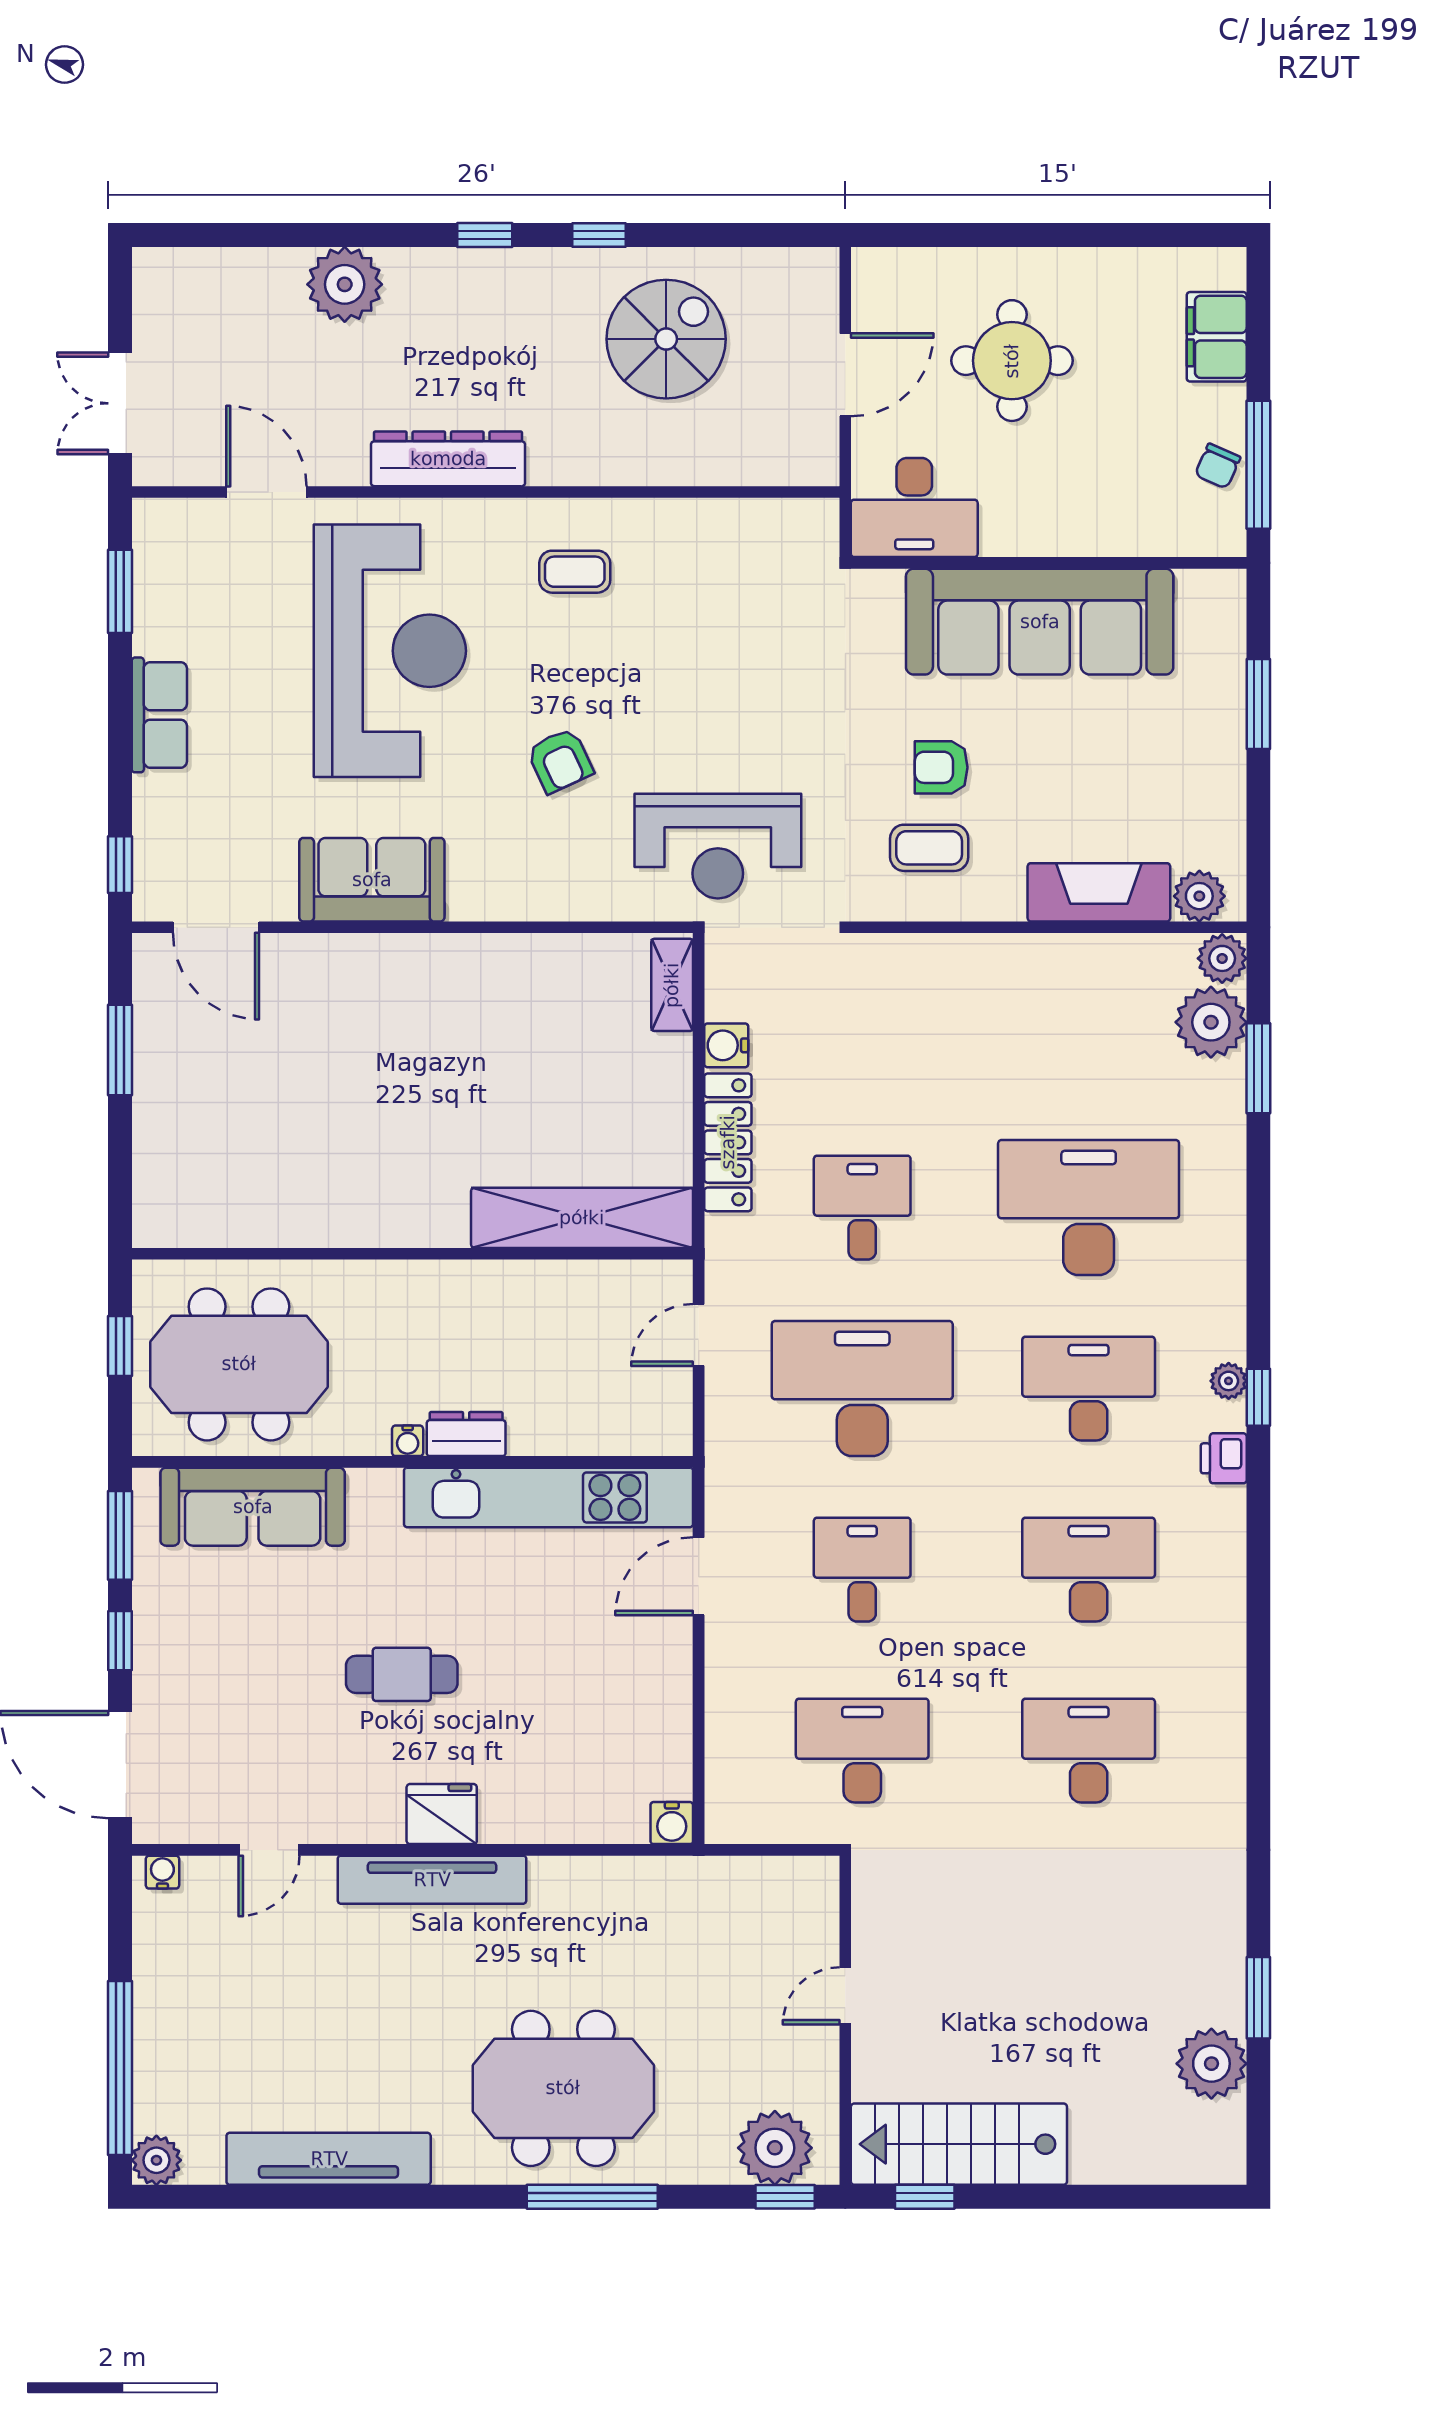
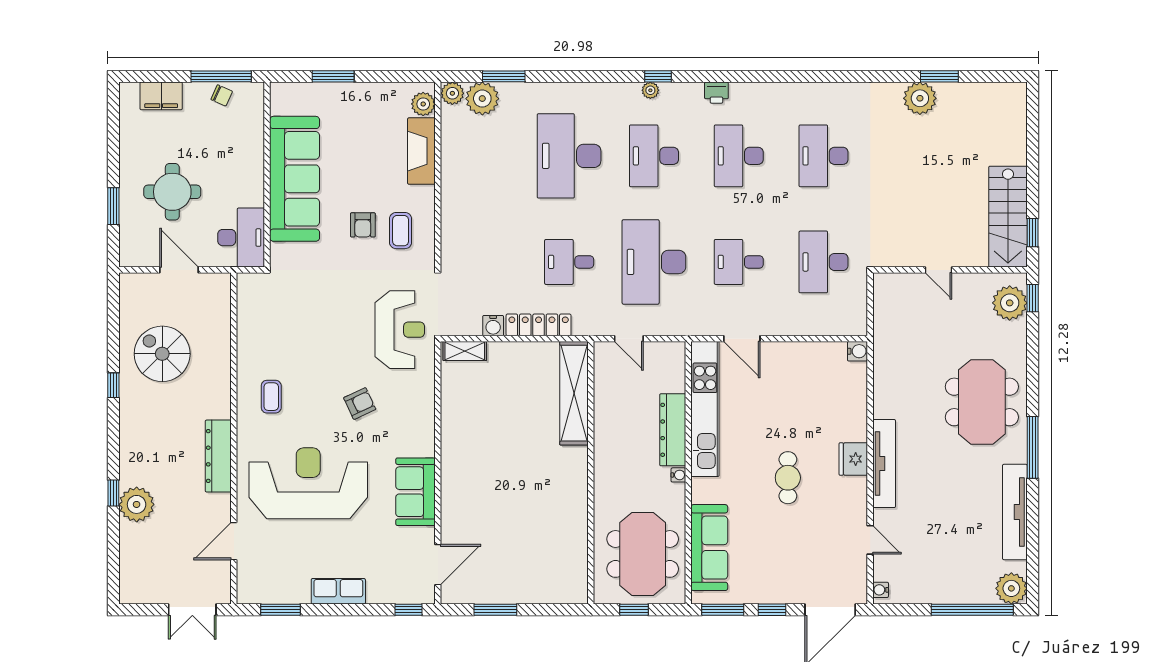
window: (485, 235) -> (113, 493), moved
window: (981, 235) -> (113, 206), added
dresser: (466, 1434) -> (673, 430), width x1.96, depth x1.24
printer: (1224, 1458) -> (716, 93), moved
plant: (1211, 2064) -> (920, 98), moved
plant: (156, 2160) -> (1011, 588), width x1.36, depth x1.36
window: (592, 2197) -> (1033, 447), moved

